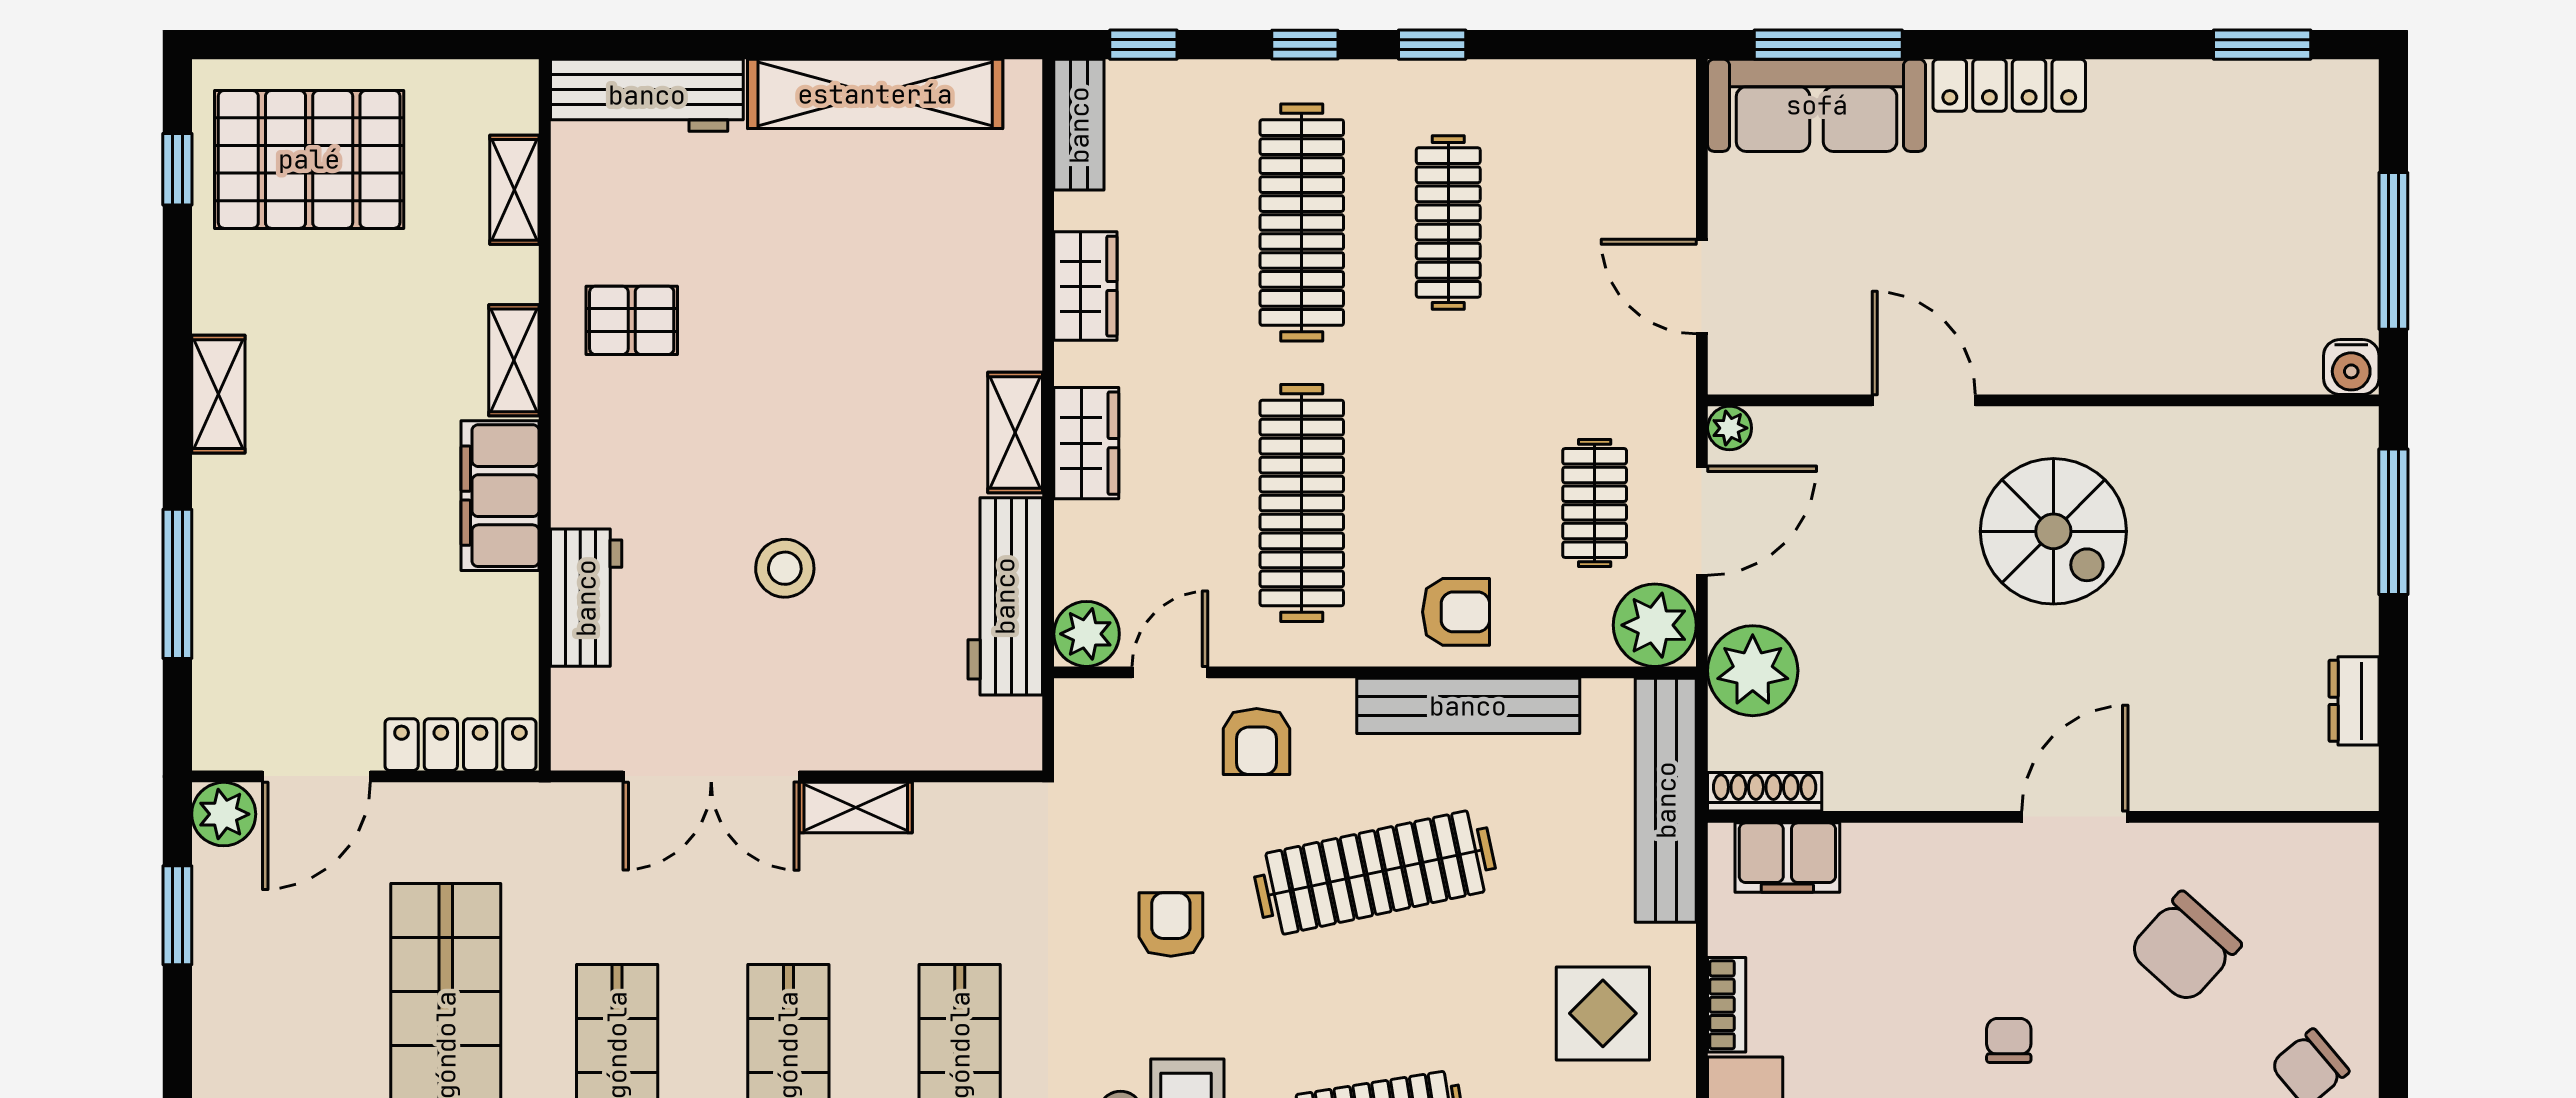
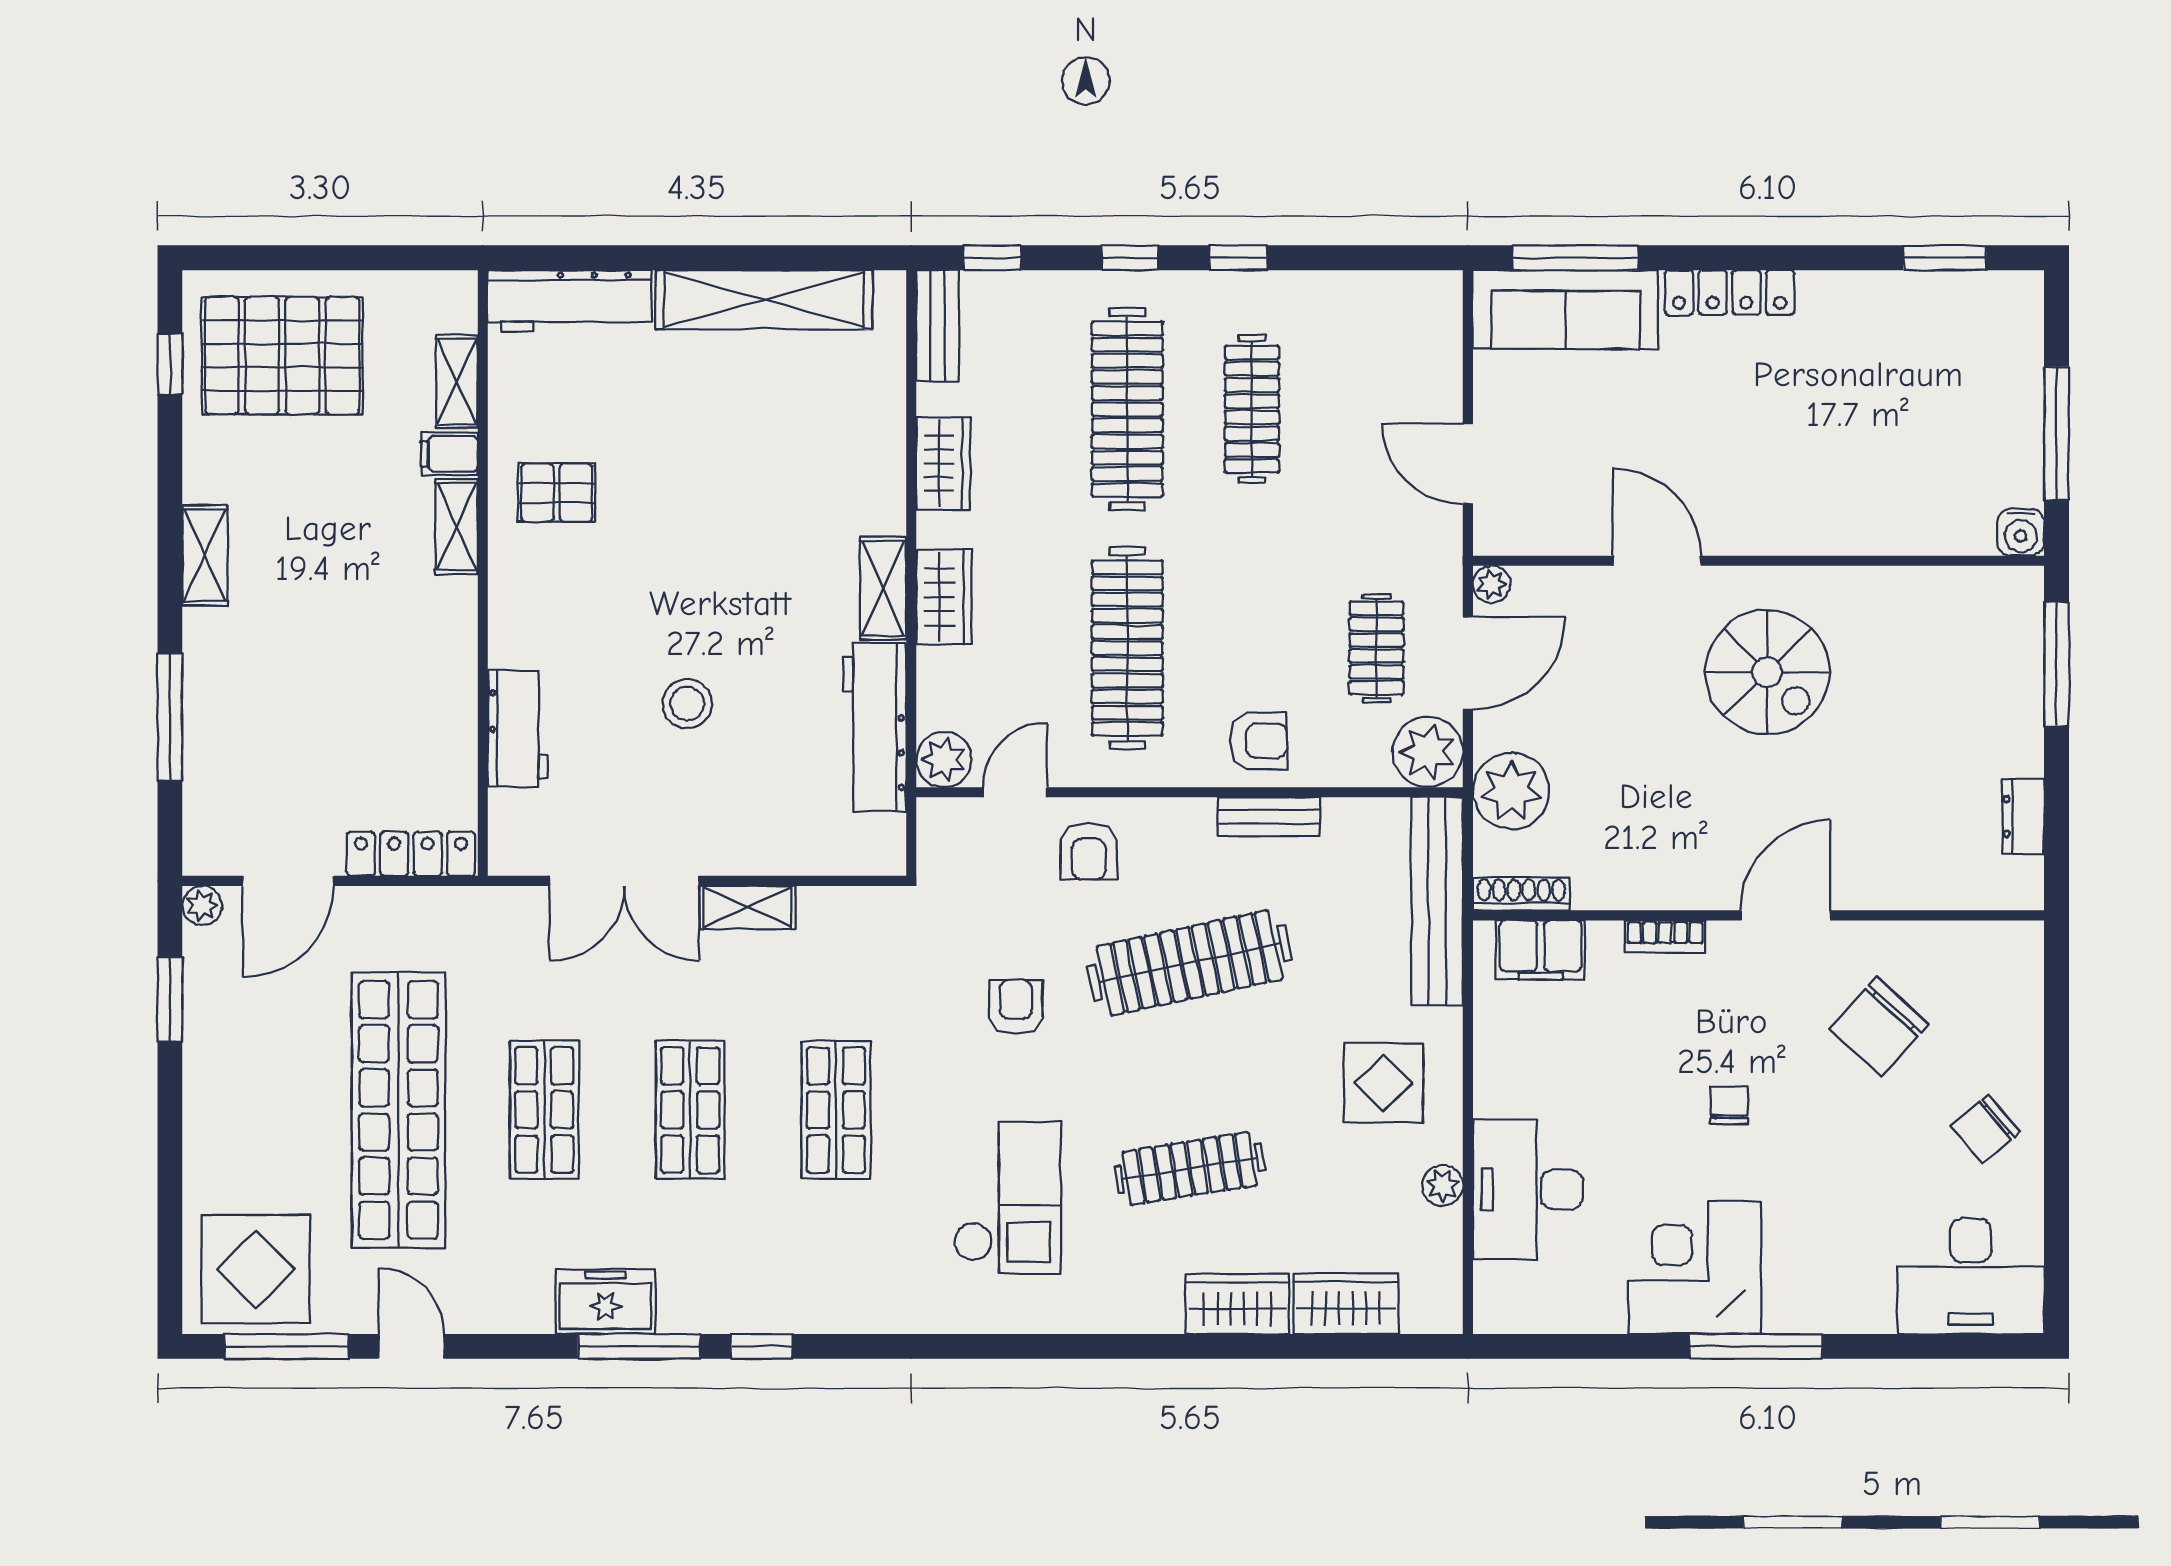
filing cabinet: (500, 496) -> (449, 454), moved, width x0.33, depth x0.86
bench: (1468, 706) -> (1269, 817), width x0.54, depth x0.82
plant: (224, 814) -> (202, 906), width x0.73, depth x0.73
bookcase: (1727, 1005) -> (1665, 936), moved, turned 90

